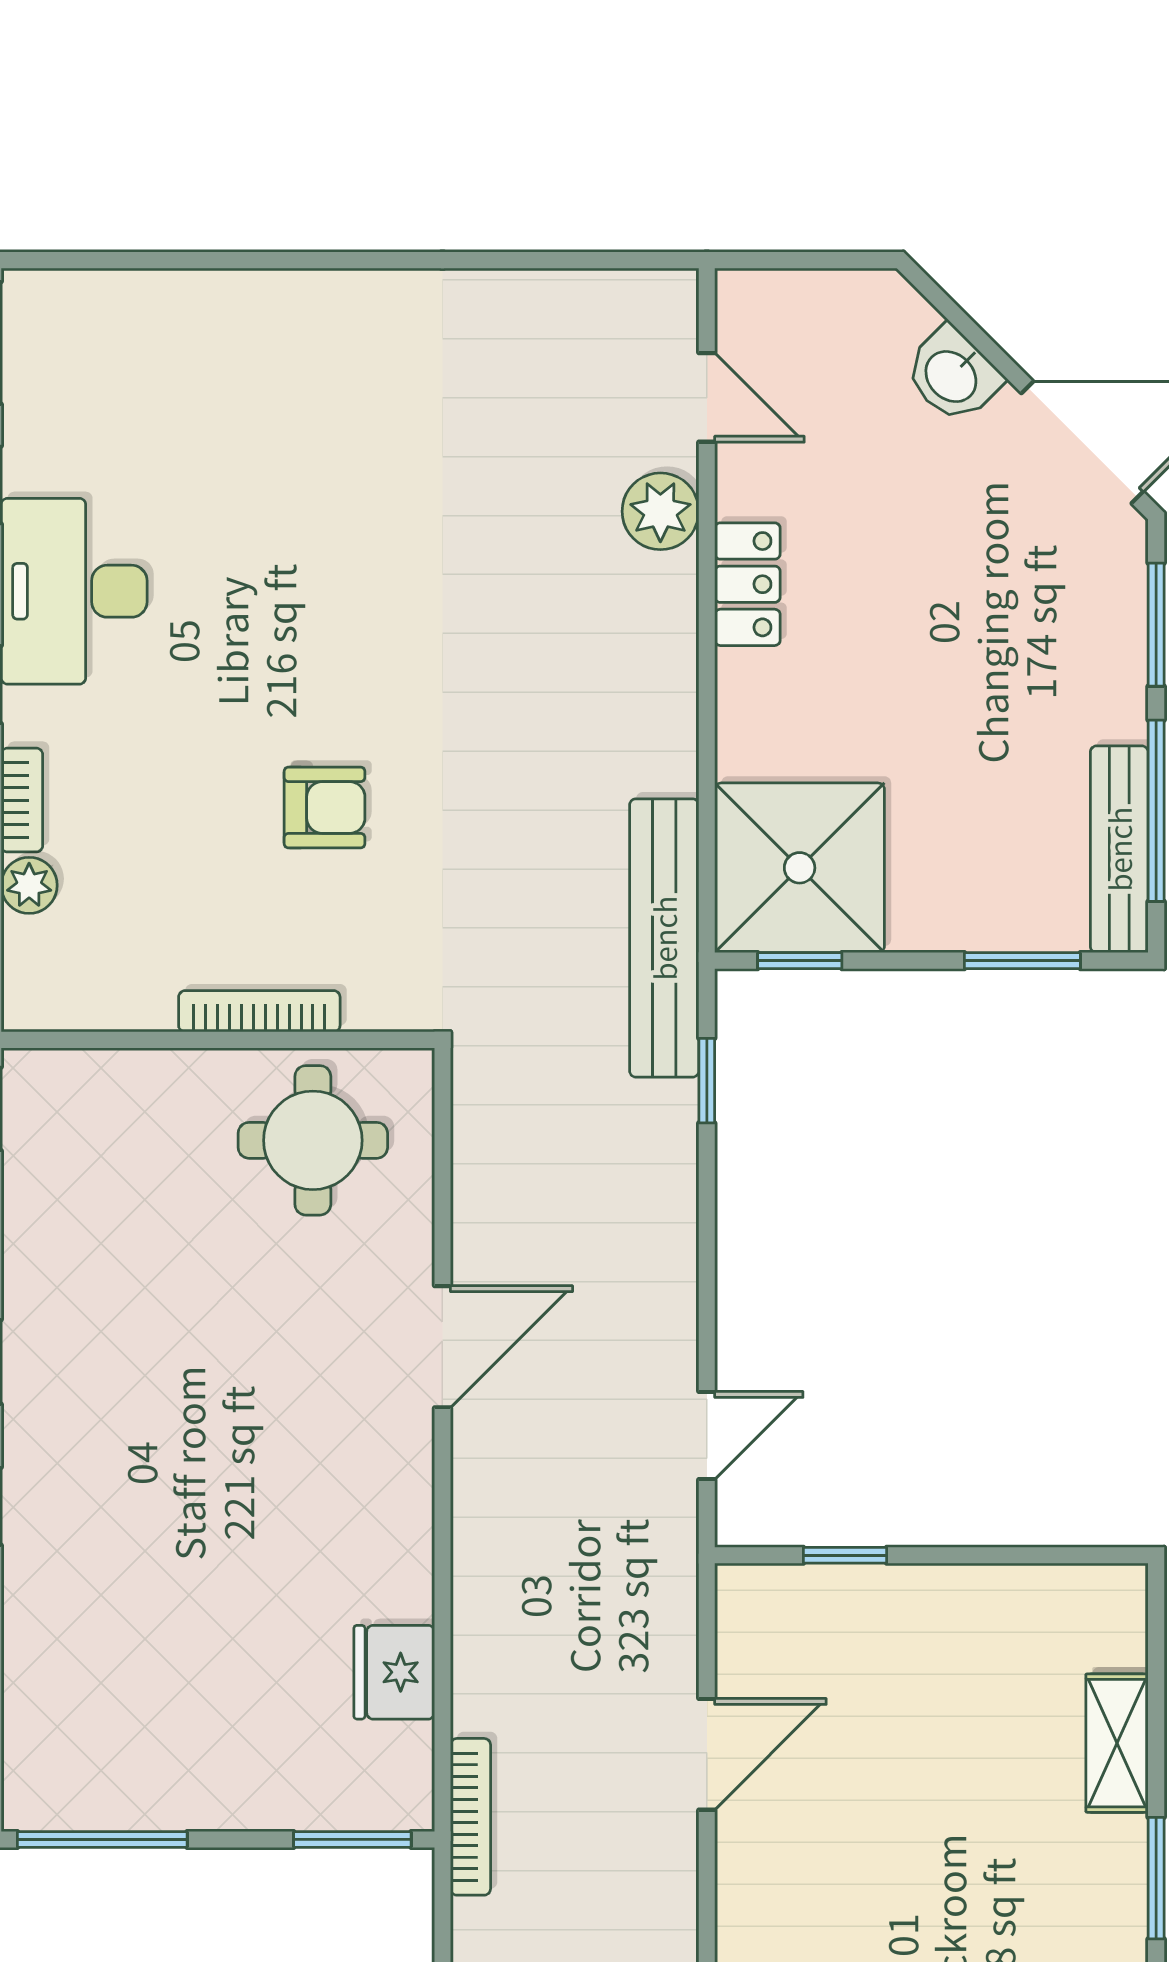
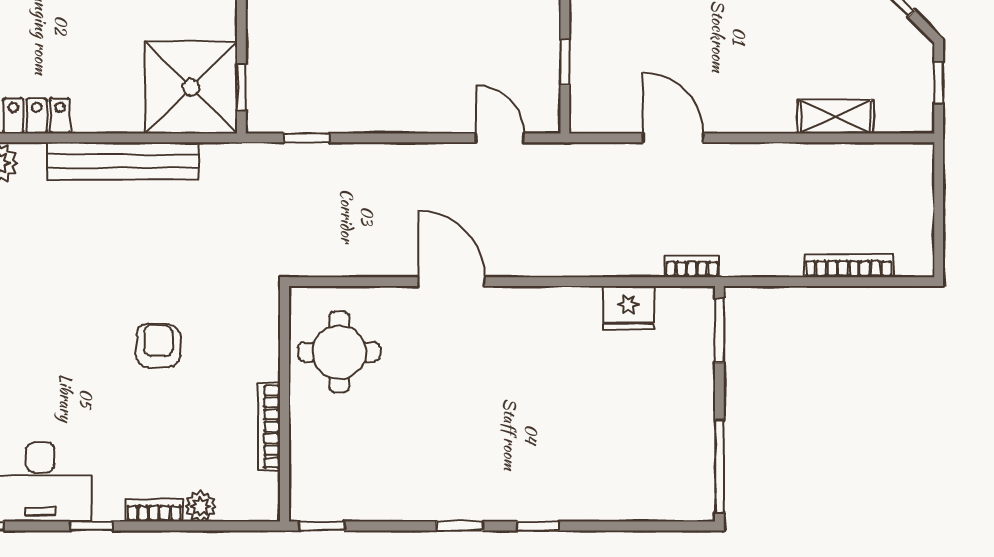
bench: (664, 938) -> (123, 161), moved
bookcase: (259, 1011) -> (269, 427), moved
bookcase: (470, 1817) -> (692, 266), width x0.64

